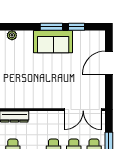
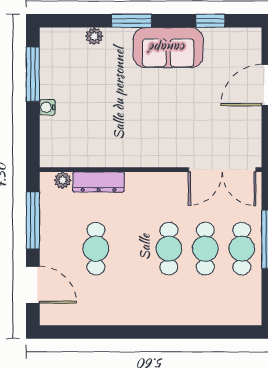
window: (51, 27) -> (132, 21), moved

